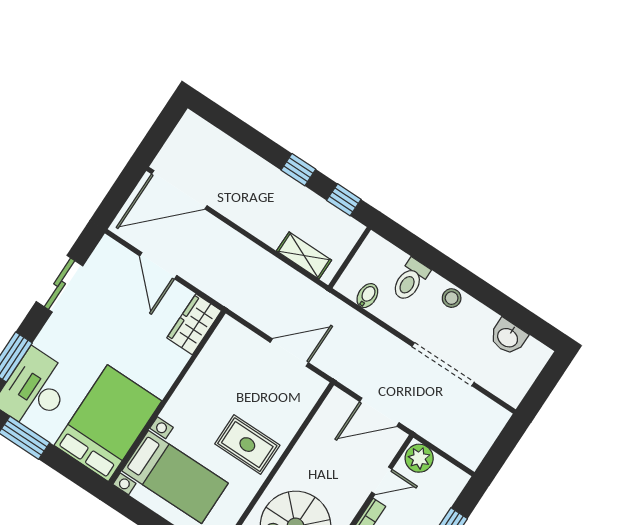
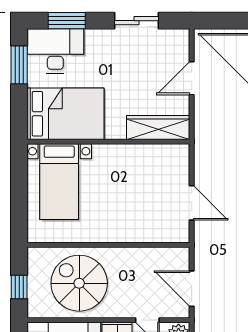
wardrobe: (194, 324) -> (158, 127), width x1.50
rug: (247, 445) -> (112, 215), removed

